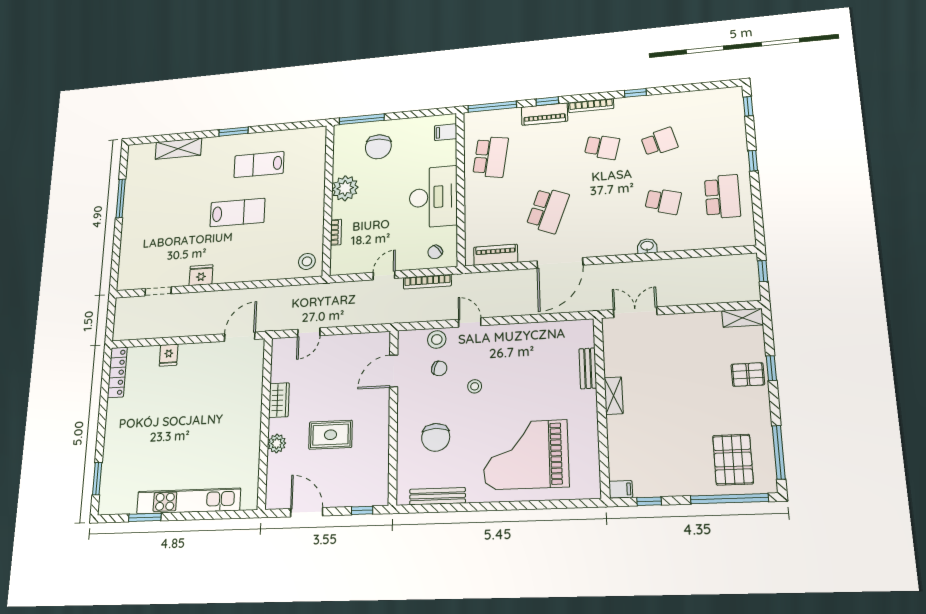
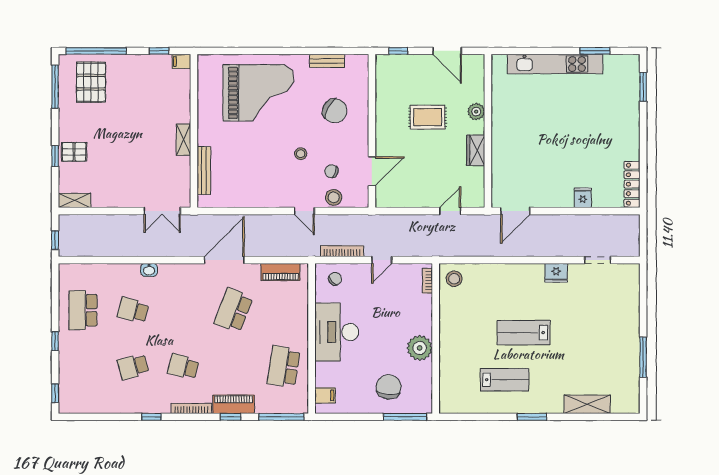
bookcase: (336, 232) -> (427, 281), moved
bench: (588, 368) -> (204, 171), width x1.36
chair: (436, 437) -> (335, 111), turned 119
bench: (437, 496) -> (327, 61), width x0.73

